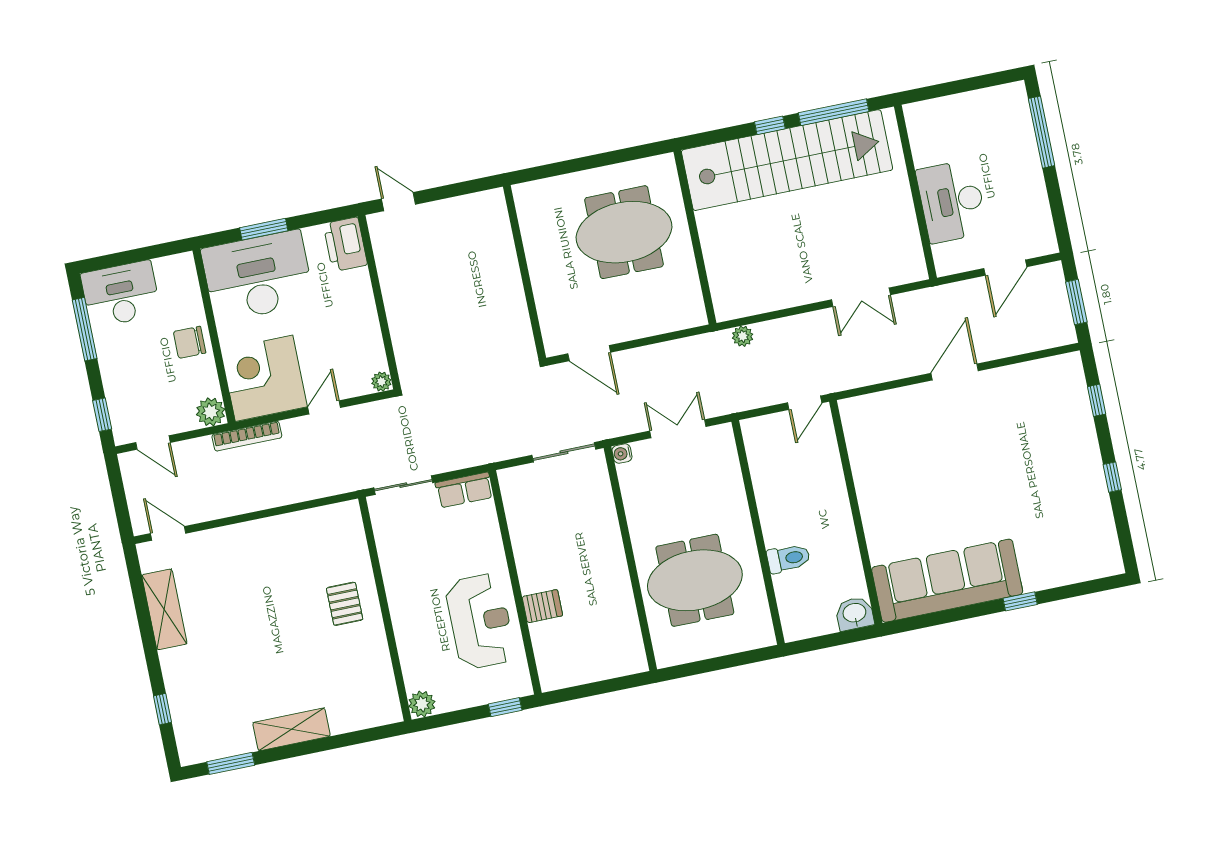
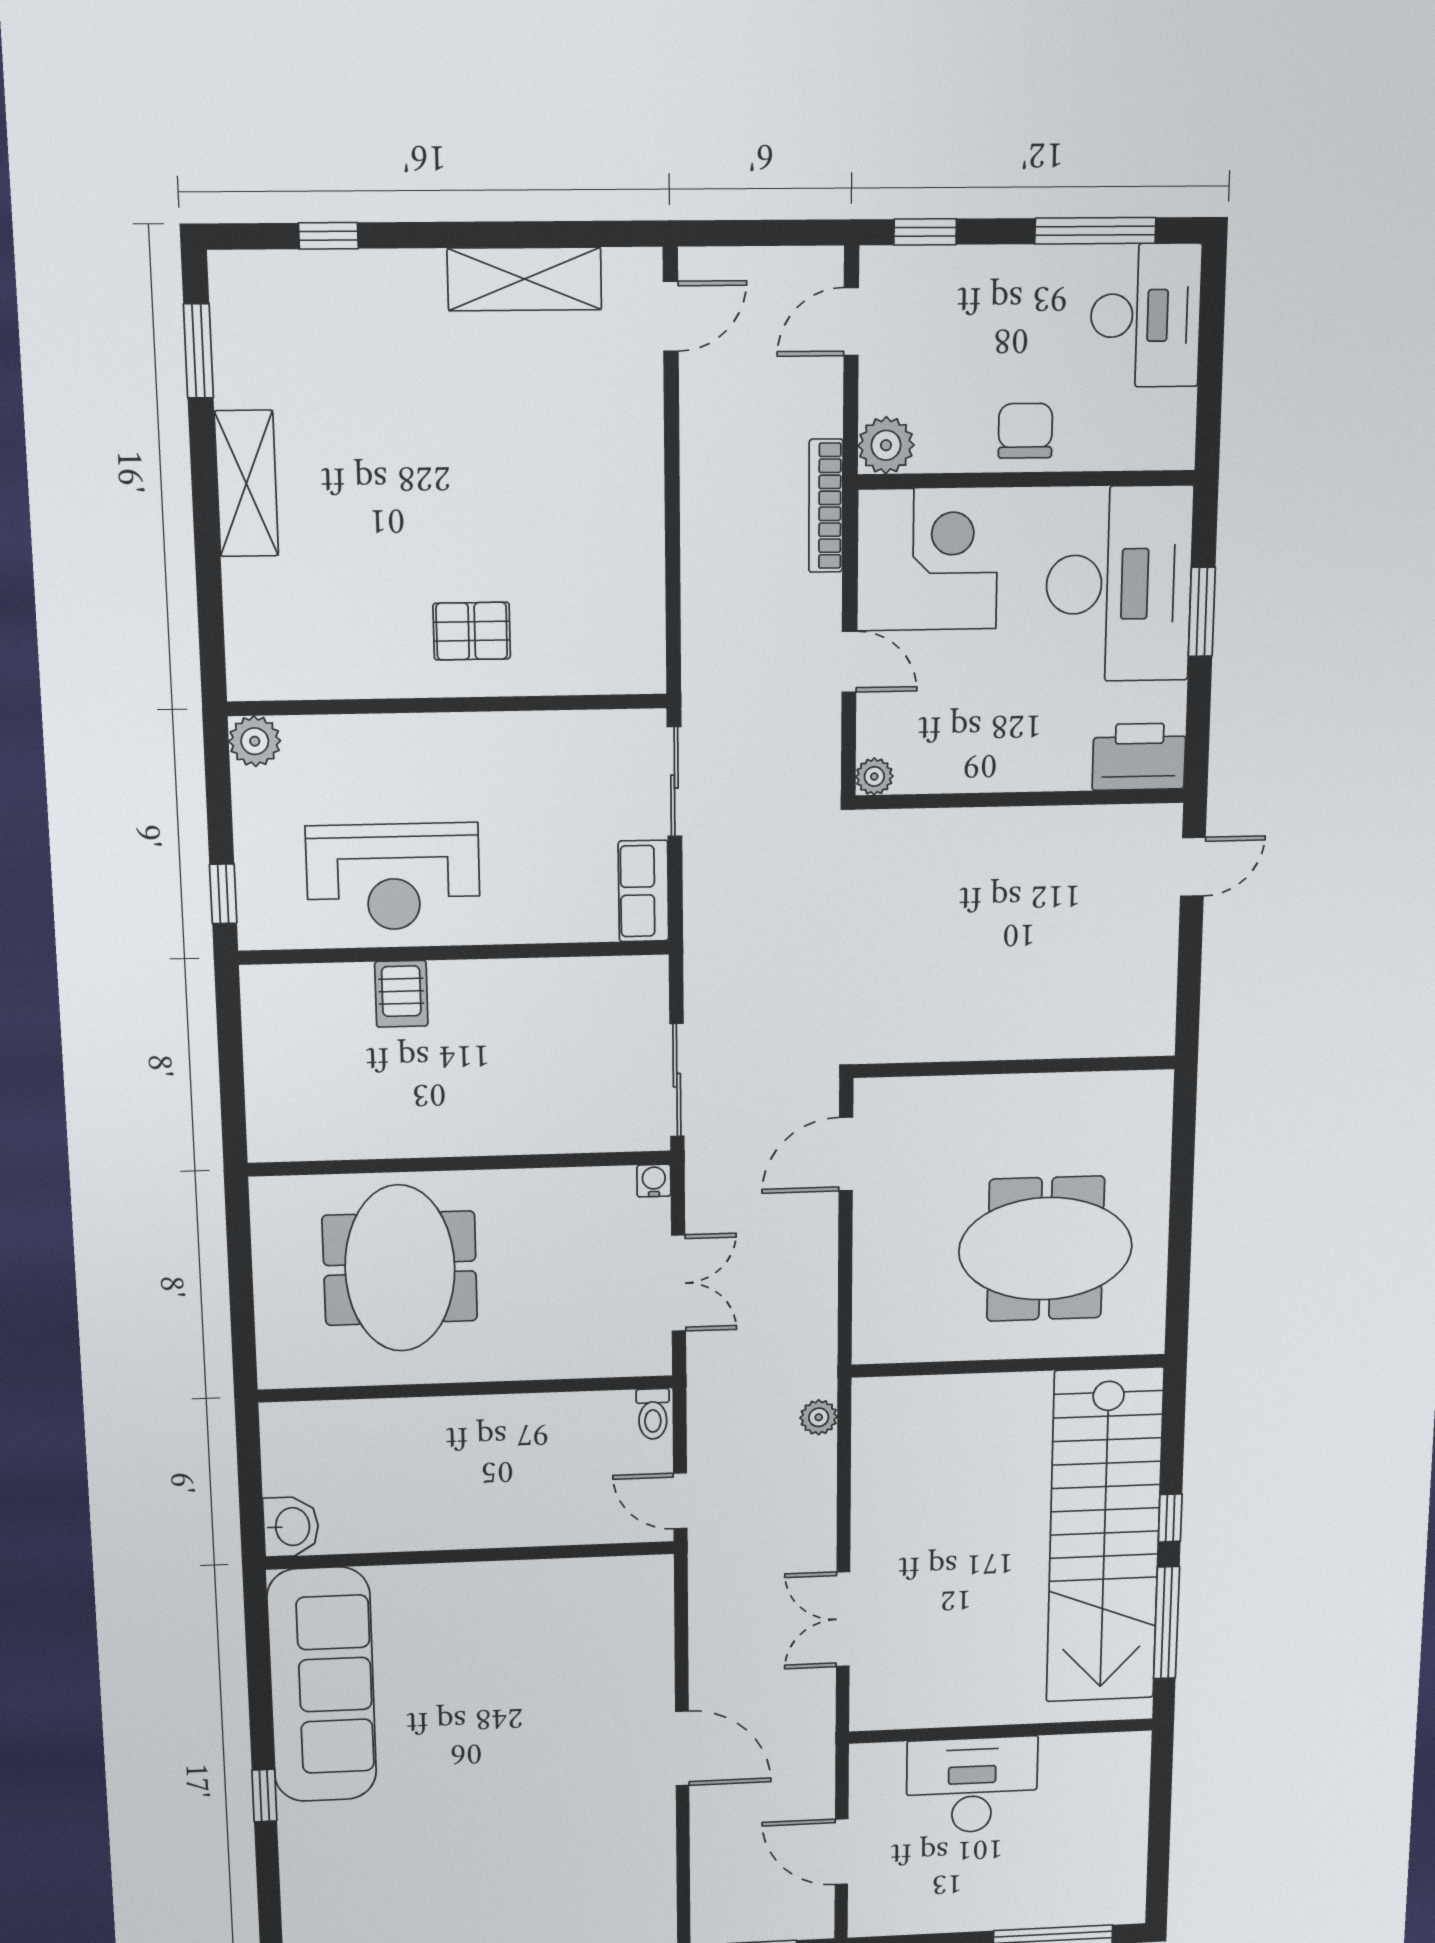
meeting table: (624, 232) -> (1045, 1249), turned 90
toilet: (788, 558) -> (653, 1414), moved, width x0.73, depth x0.72

